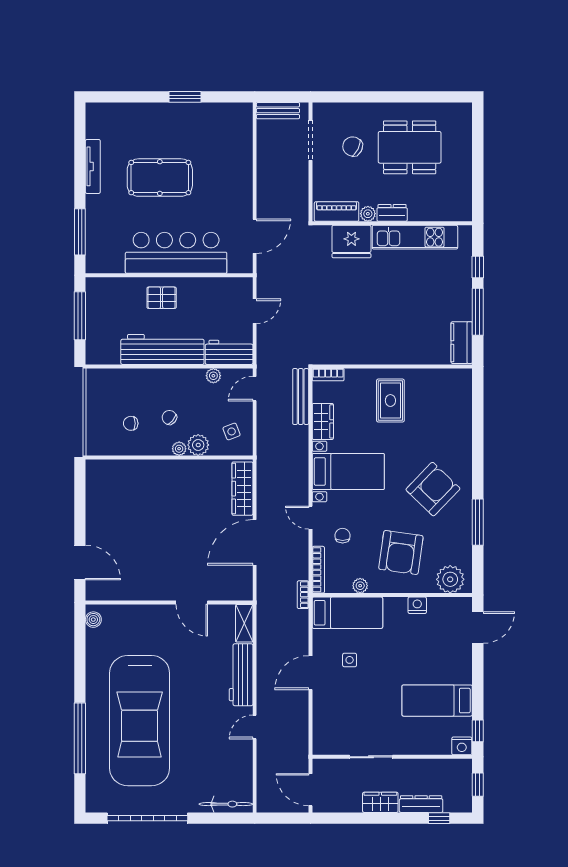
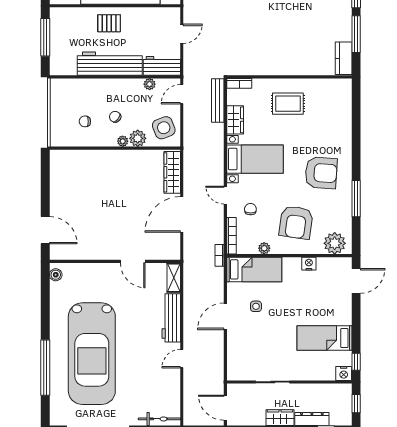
rug: (390, 401) -> (288, 104), turned 90
side table: (232, 431) -> (164, 128), width x1.87, depth x1.87
armchair: (433, 489) -> (321, 173), turned 50

